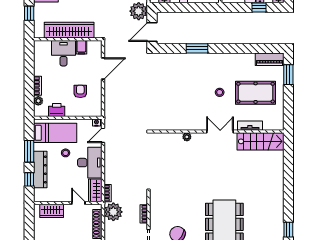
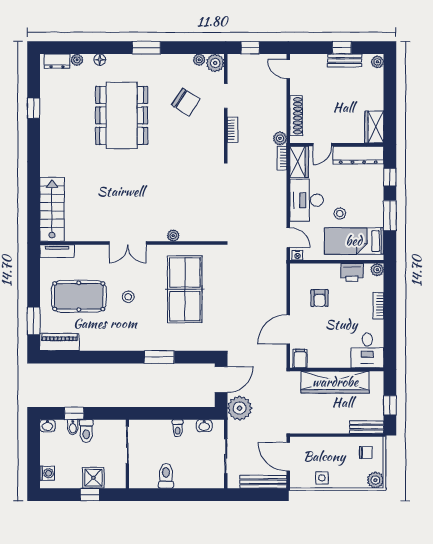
filing cabinet: (81, 47) -> (300, 359), moved
desk: (63, 53) -> (367, 350), moved
table tennis table: (178, 98) -> (185, 289), added
plant: (38, 101) -> (377, 270), moved
tv unit: (250, 126) -> (57, 251), moved
door: (103, 135) -> (288, 238), hinge flipped
stairs: (261, 141) -> (52, 209), moved, turned 90
dresser: (40, 170) -> (358, 155), moved, turned -90
door: (78, 203) -> (322, 145), hinge flipped
wardrobe: (52, 211) -> (374, 127), moved, turned -90
plant: (113, 212) -> (280, 138), width x0.53, depth x0.53

